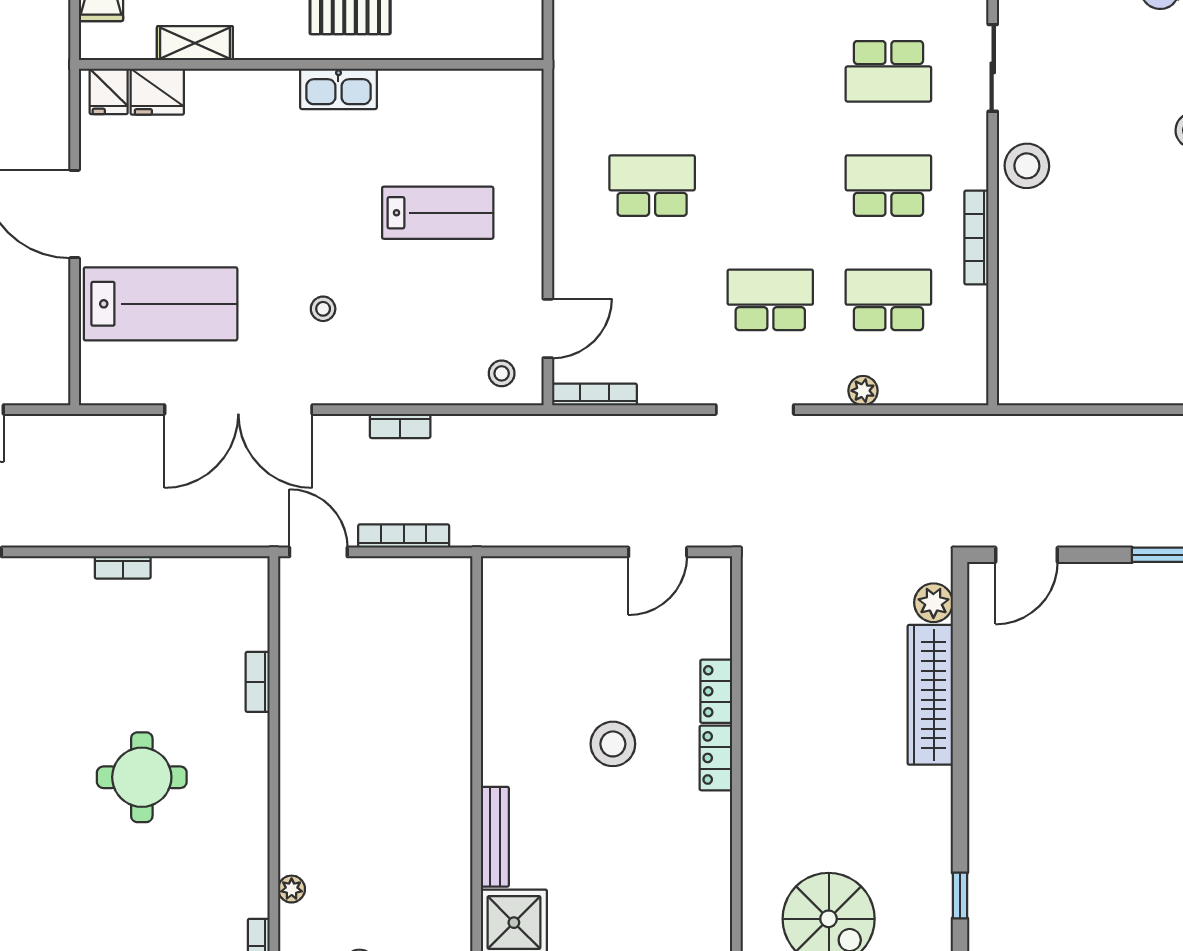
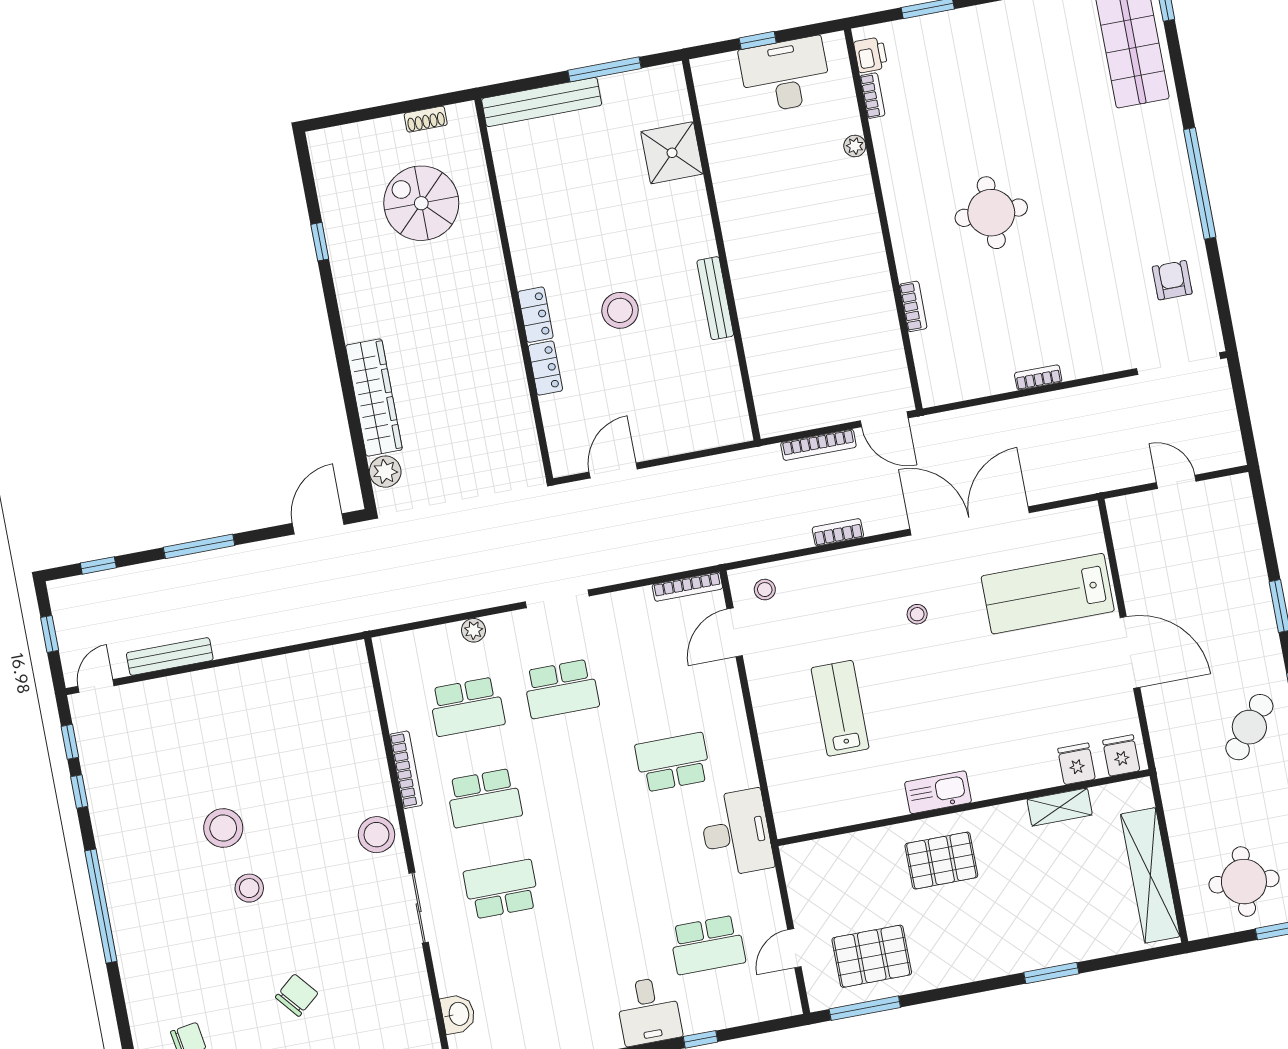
desk: (592, 86) -> (736, 833), added
fridge: (157, 92) -> (1076, 764), width x0.72
school desk: (652, 186) -> (673, 762), turned 180
lab bench: (438, 213) -> (840, 708), turned 90
bench: (495, 837) -> (715, 298), moved

